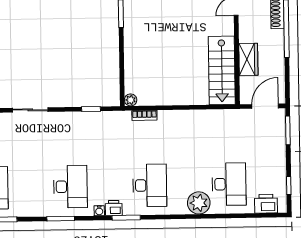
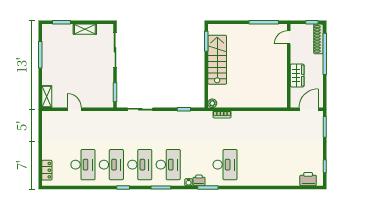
stairs: (222, 70) -> (217, 60), moved, turned 180
desk: (229, 184) -> (140, 165), moved
plant: (199, 203) -> (260, 178), removed

